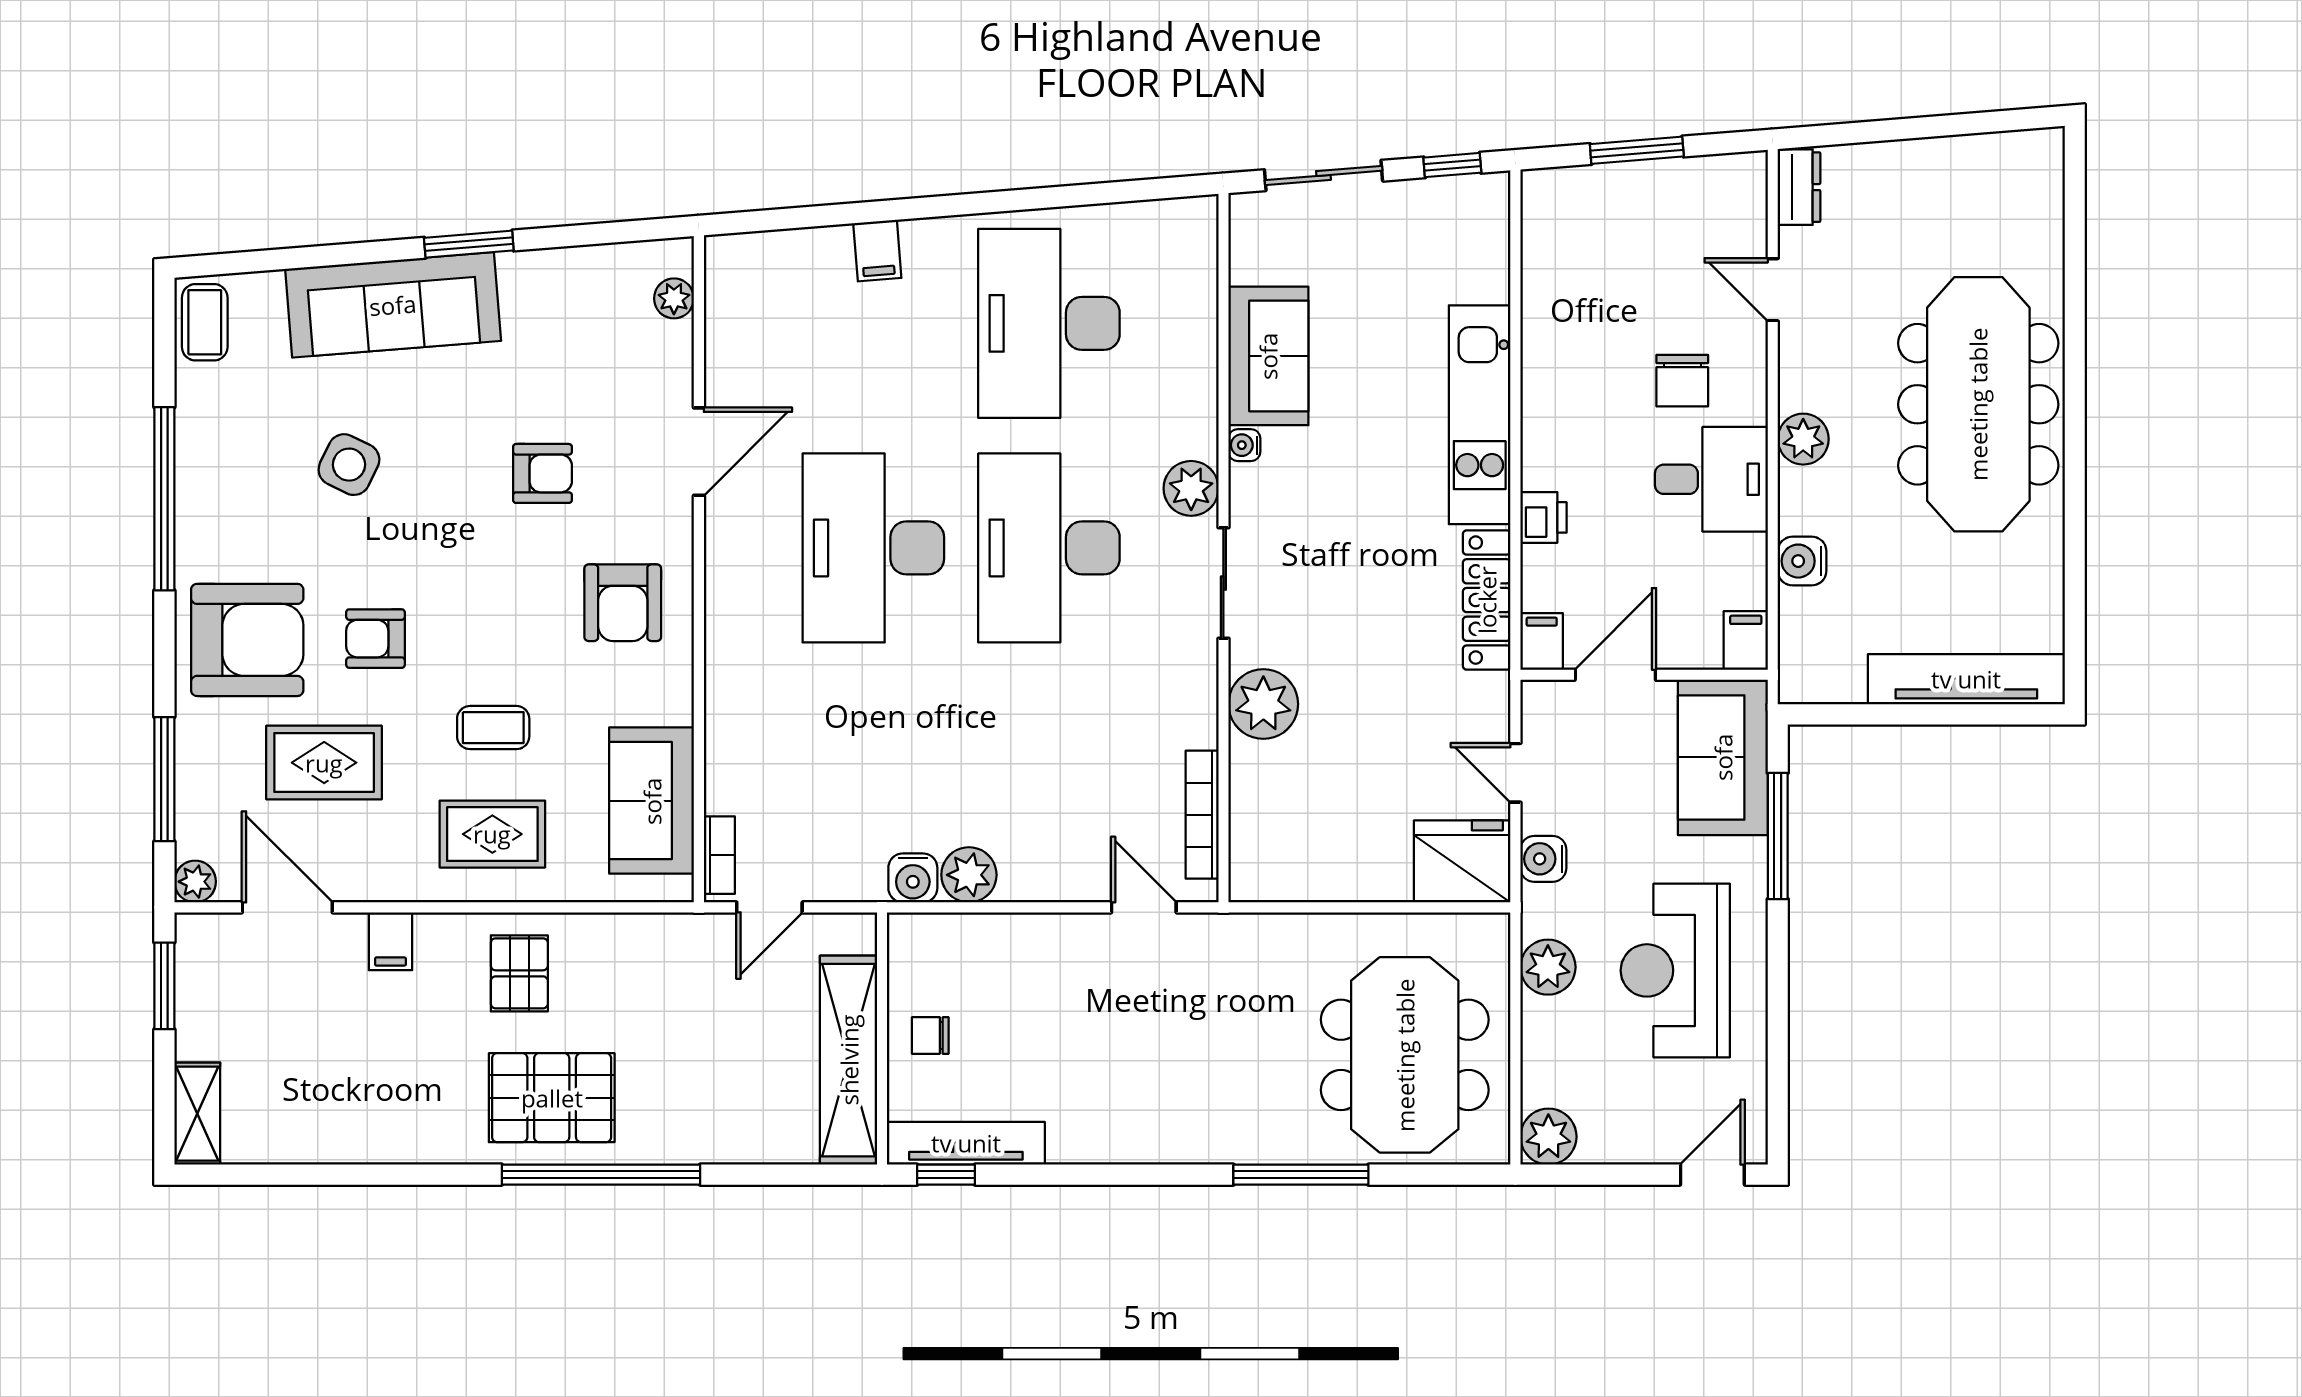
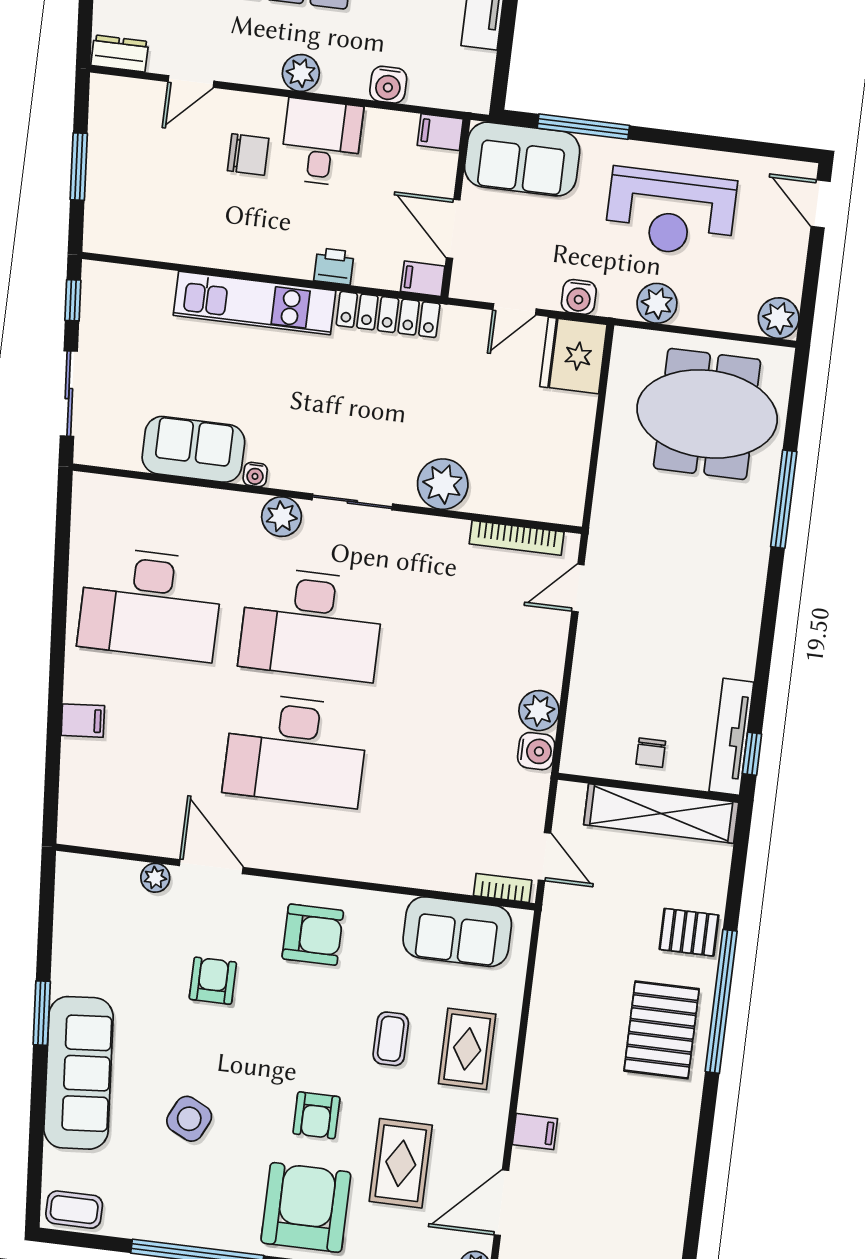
plant: (674, 298) -> (155, 878), moved
pallet: (519, 973) -> (689, 932), moved

